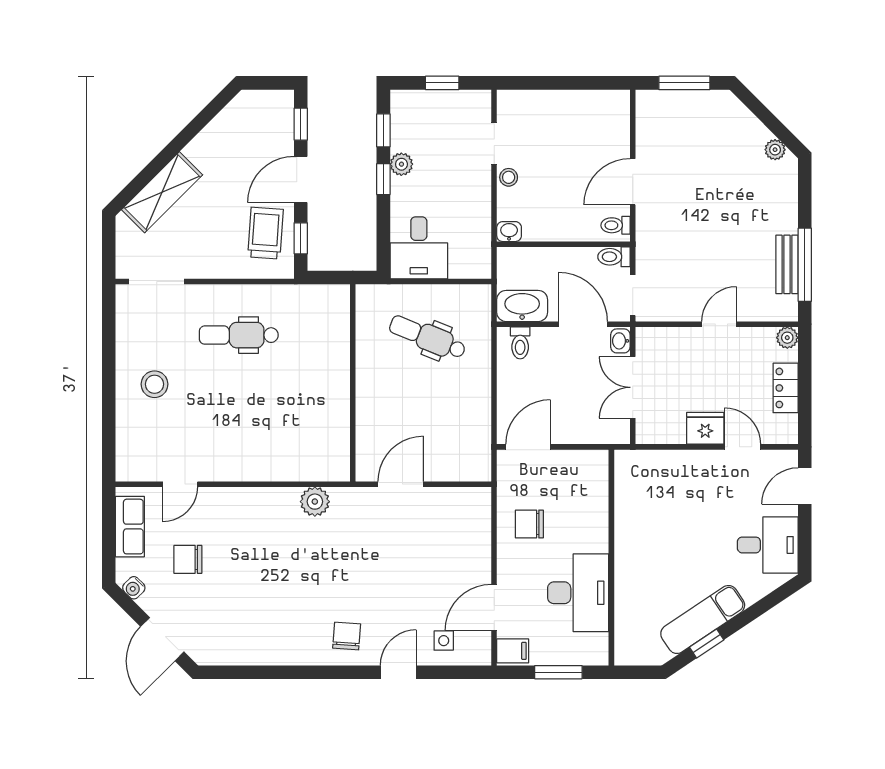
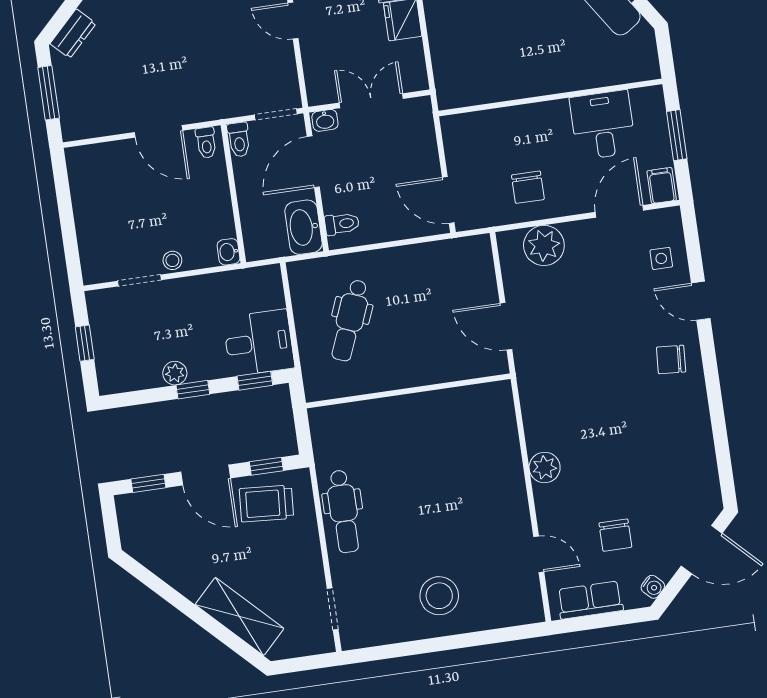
dresser: (737, 114) -> (73, 34), added
window: (383, 130) -> (255, 381), moved
doorway: (156, 282) -> (333, 609), width x0.73
dental chair: (239, 335) -> (344, 511), moved
stool: (155, 384) -> (439, 596), width x1.38, depth x1.38
double door: (633, 387) -> (371, 101), swing flipped
plant: (315, 502) -> (545, 467), moved
plant: (472, 531) -> (544, 245), added
desk: (578, 593) -> (603, 125), width x0.73
door: (494, 607) -> (619, 211), swing flipped

